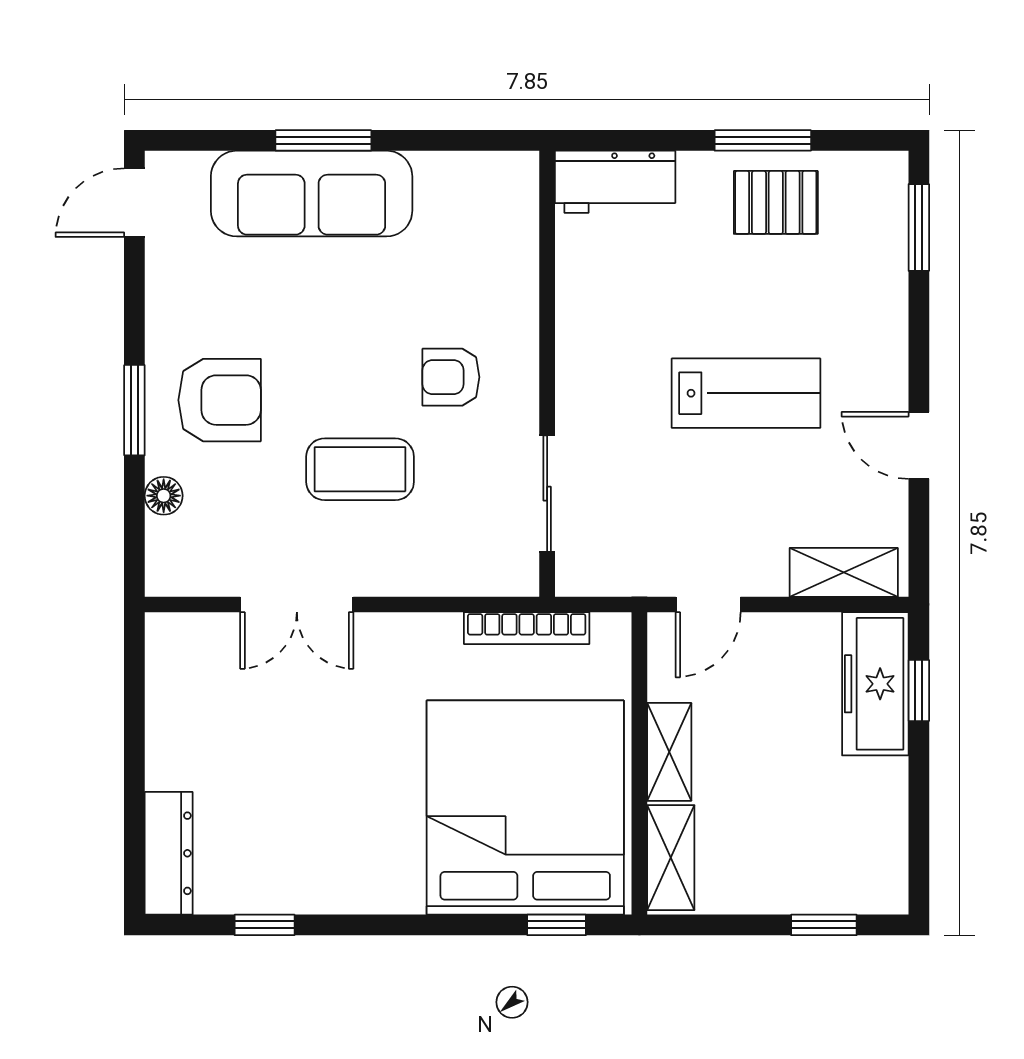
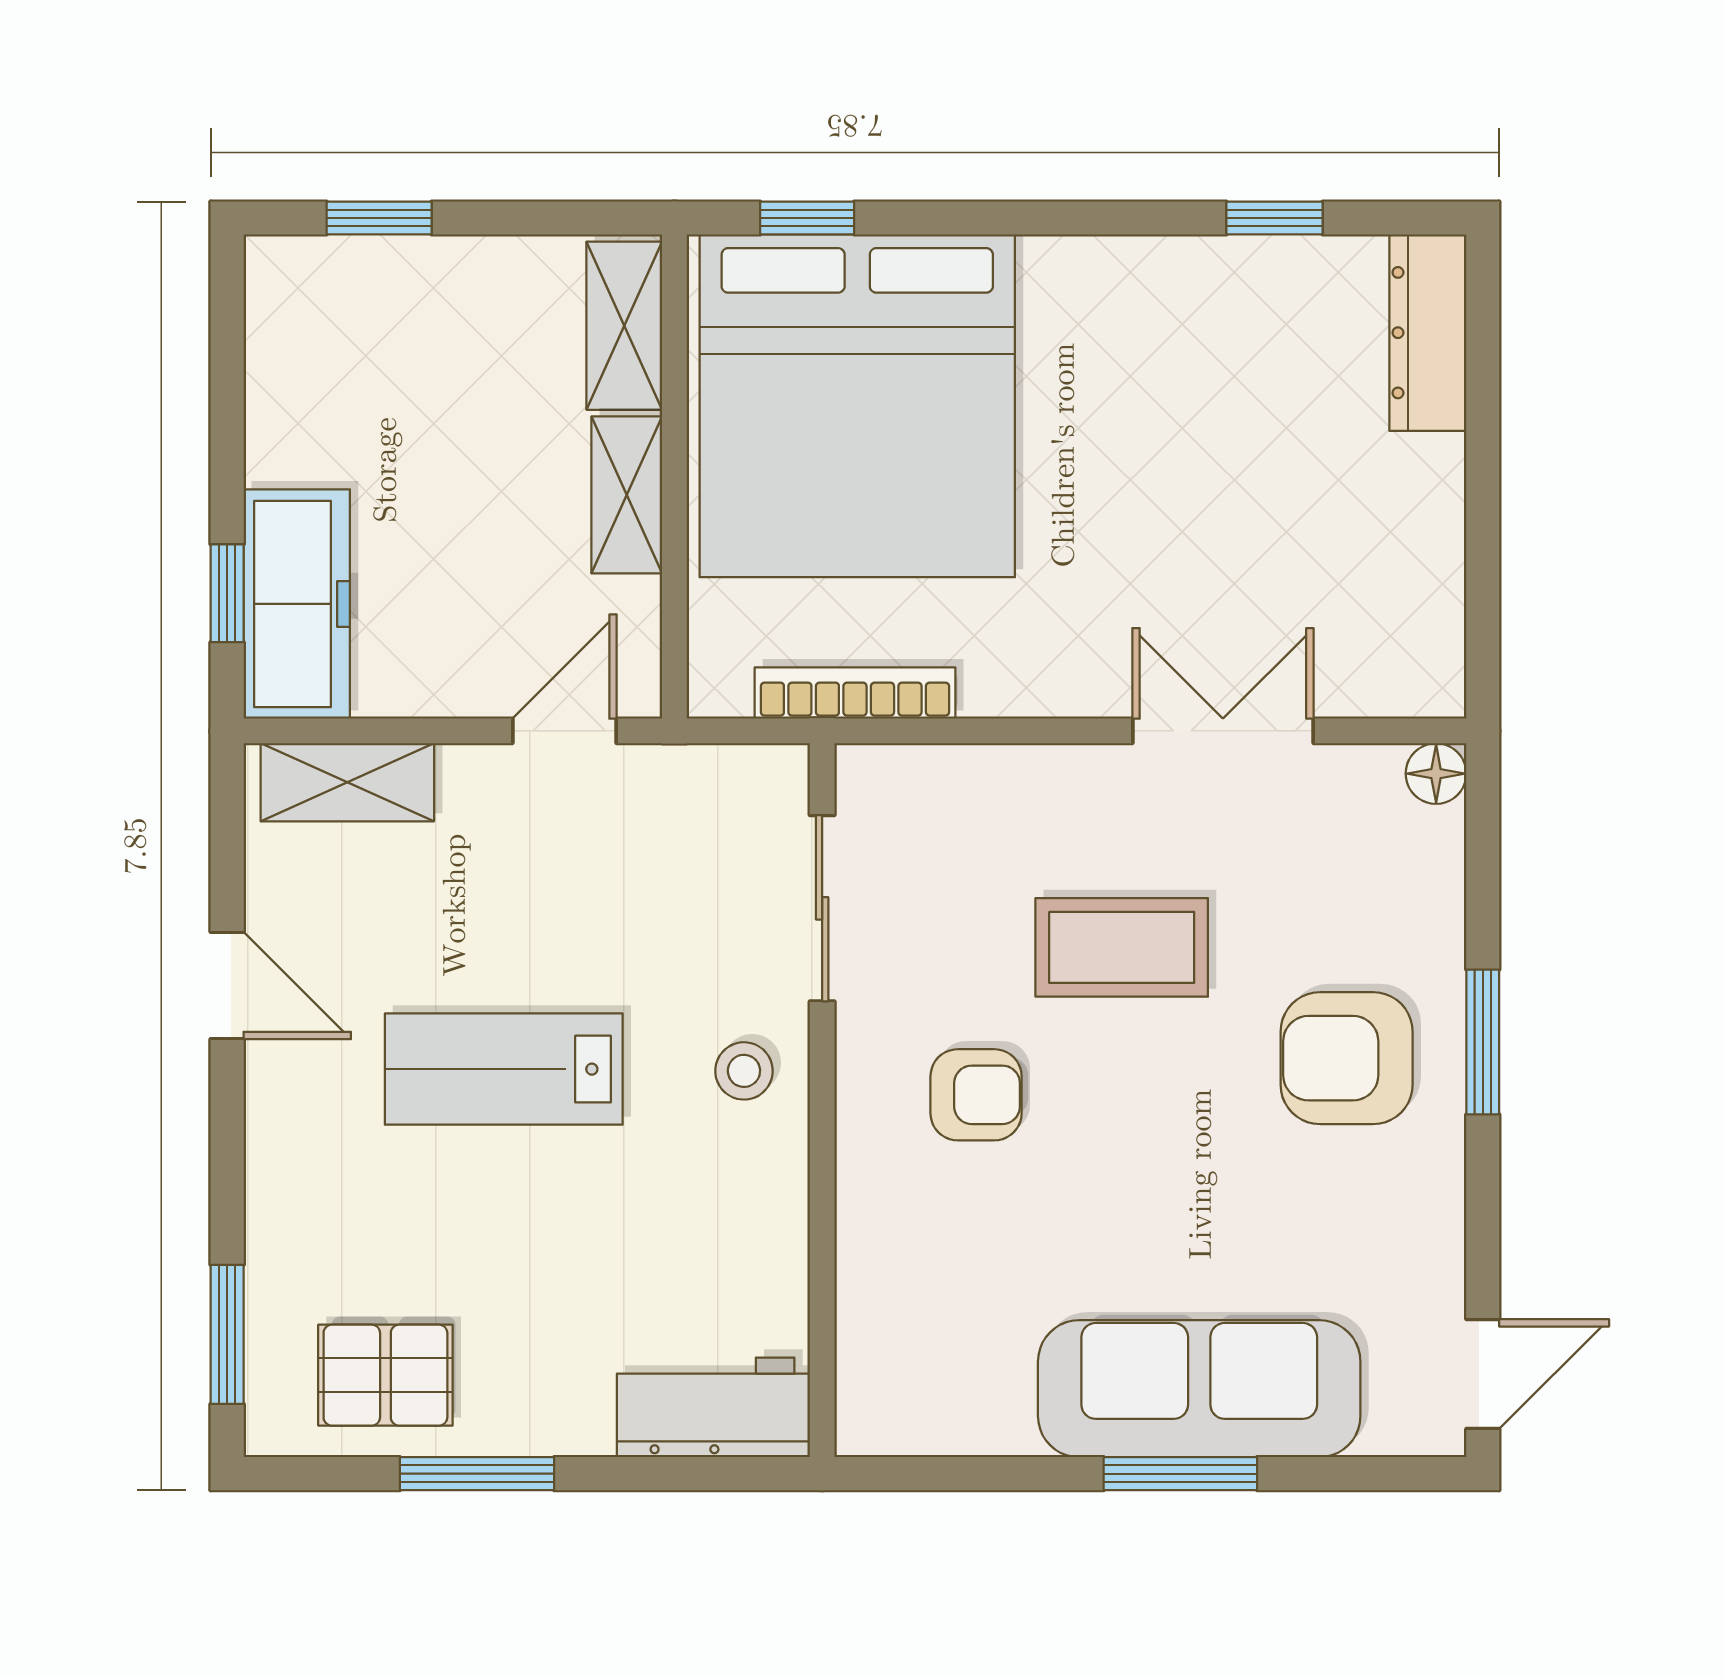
pallet: (776, 202) -> (385, 1375), moved
stool: (596, 392) -> (744, 1071), added
floor lamp: (164, 496) -> (1436, 774), moved

